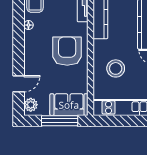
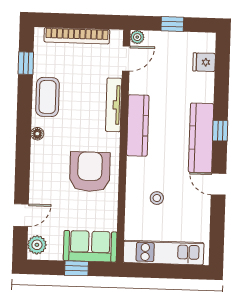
stool: (116, 68) -> (157, 198), width x0.53, depth x0.53
window: (60, 121) -> (76, 268), width x0.46

